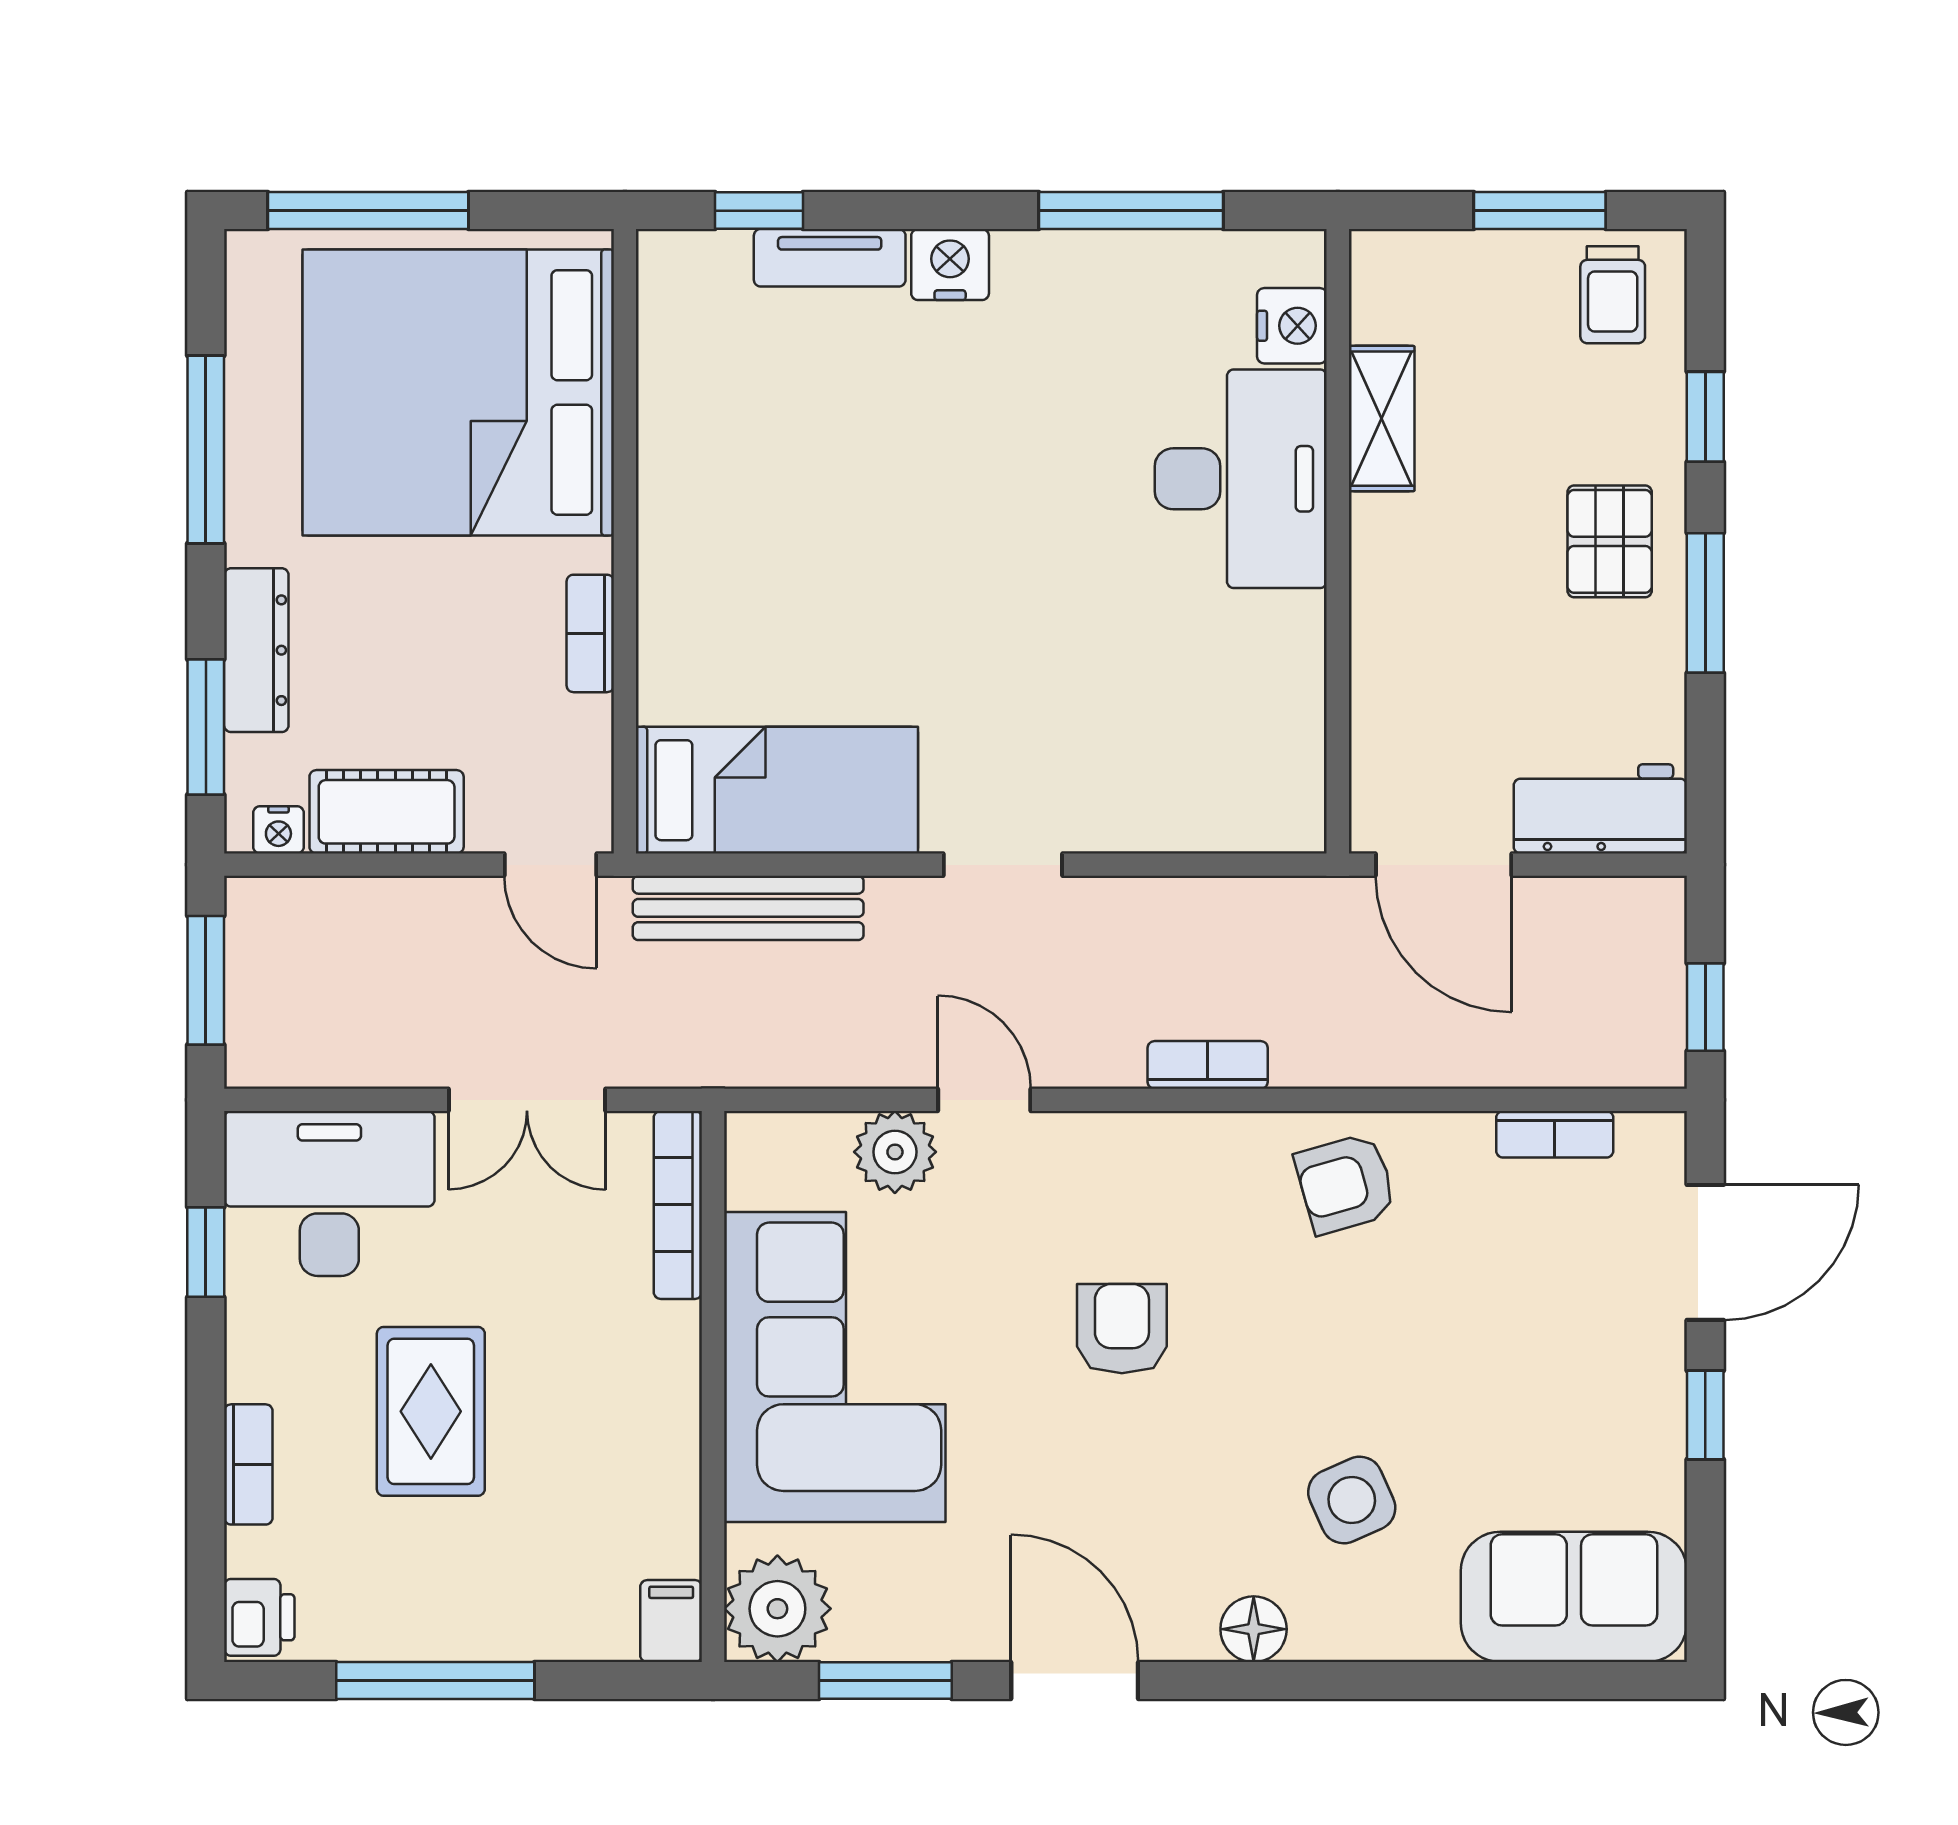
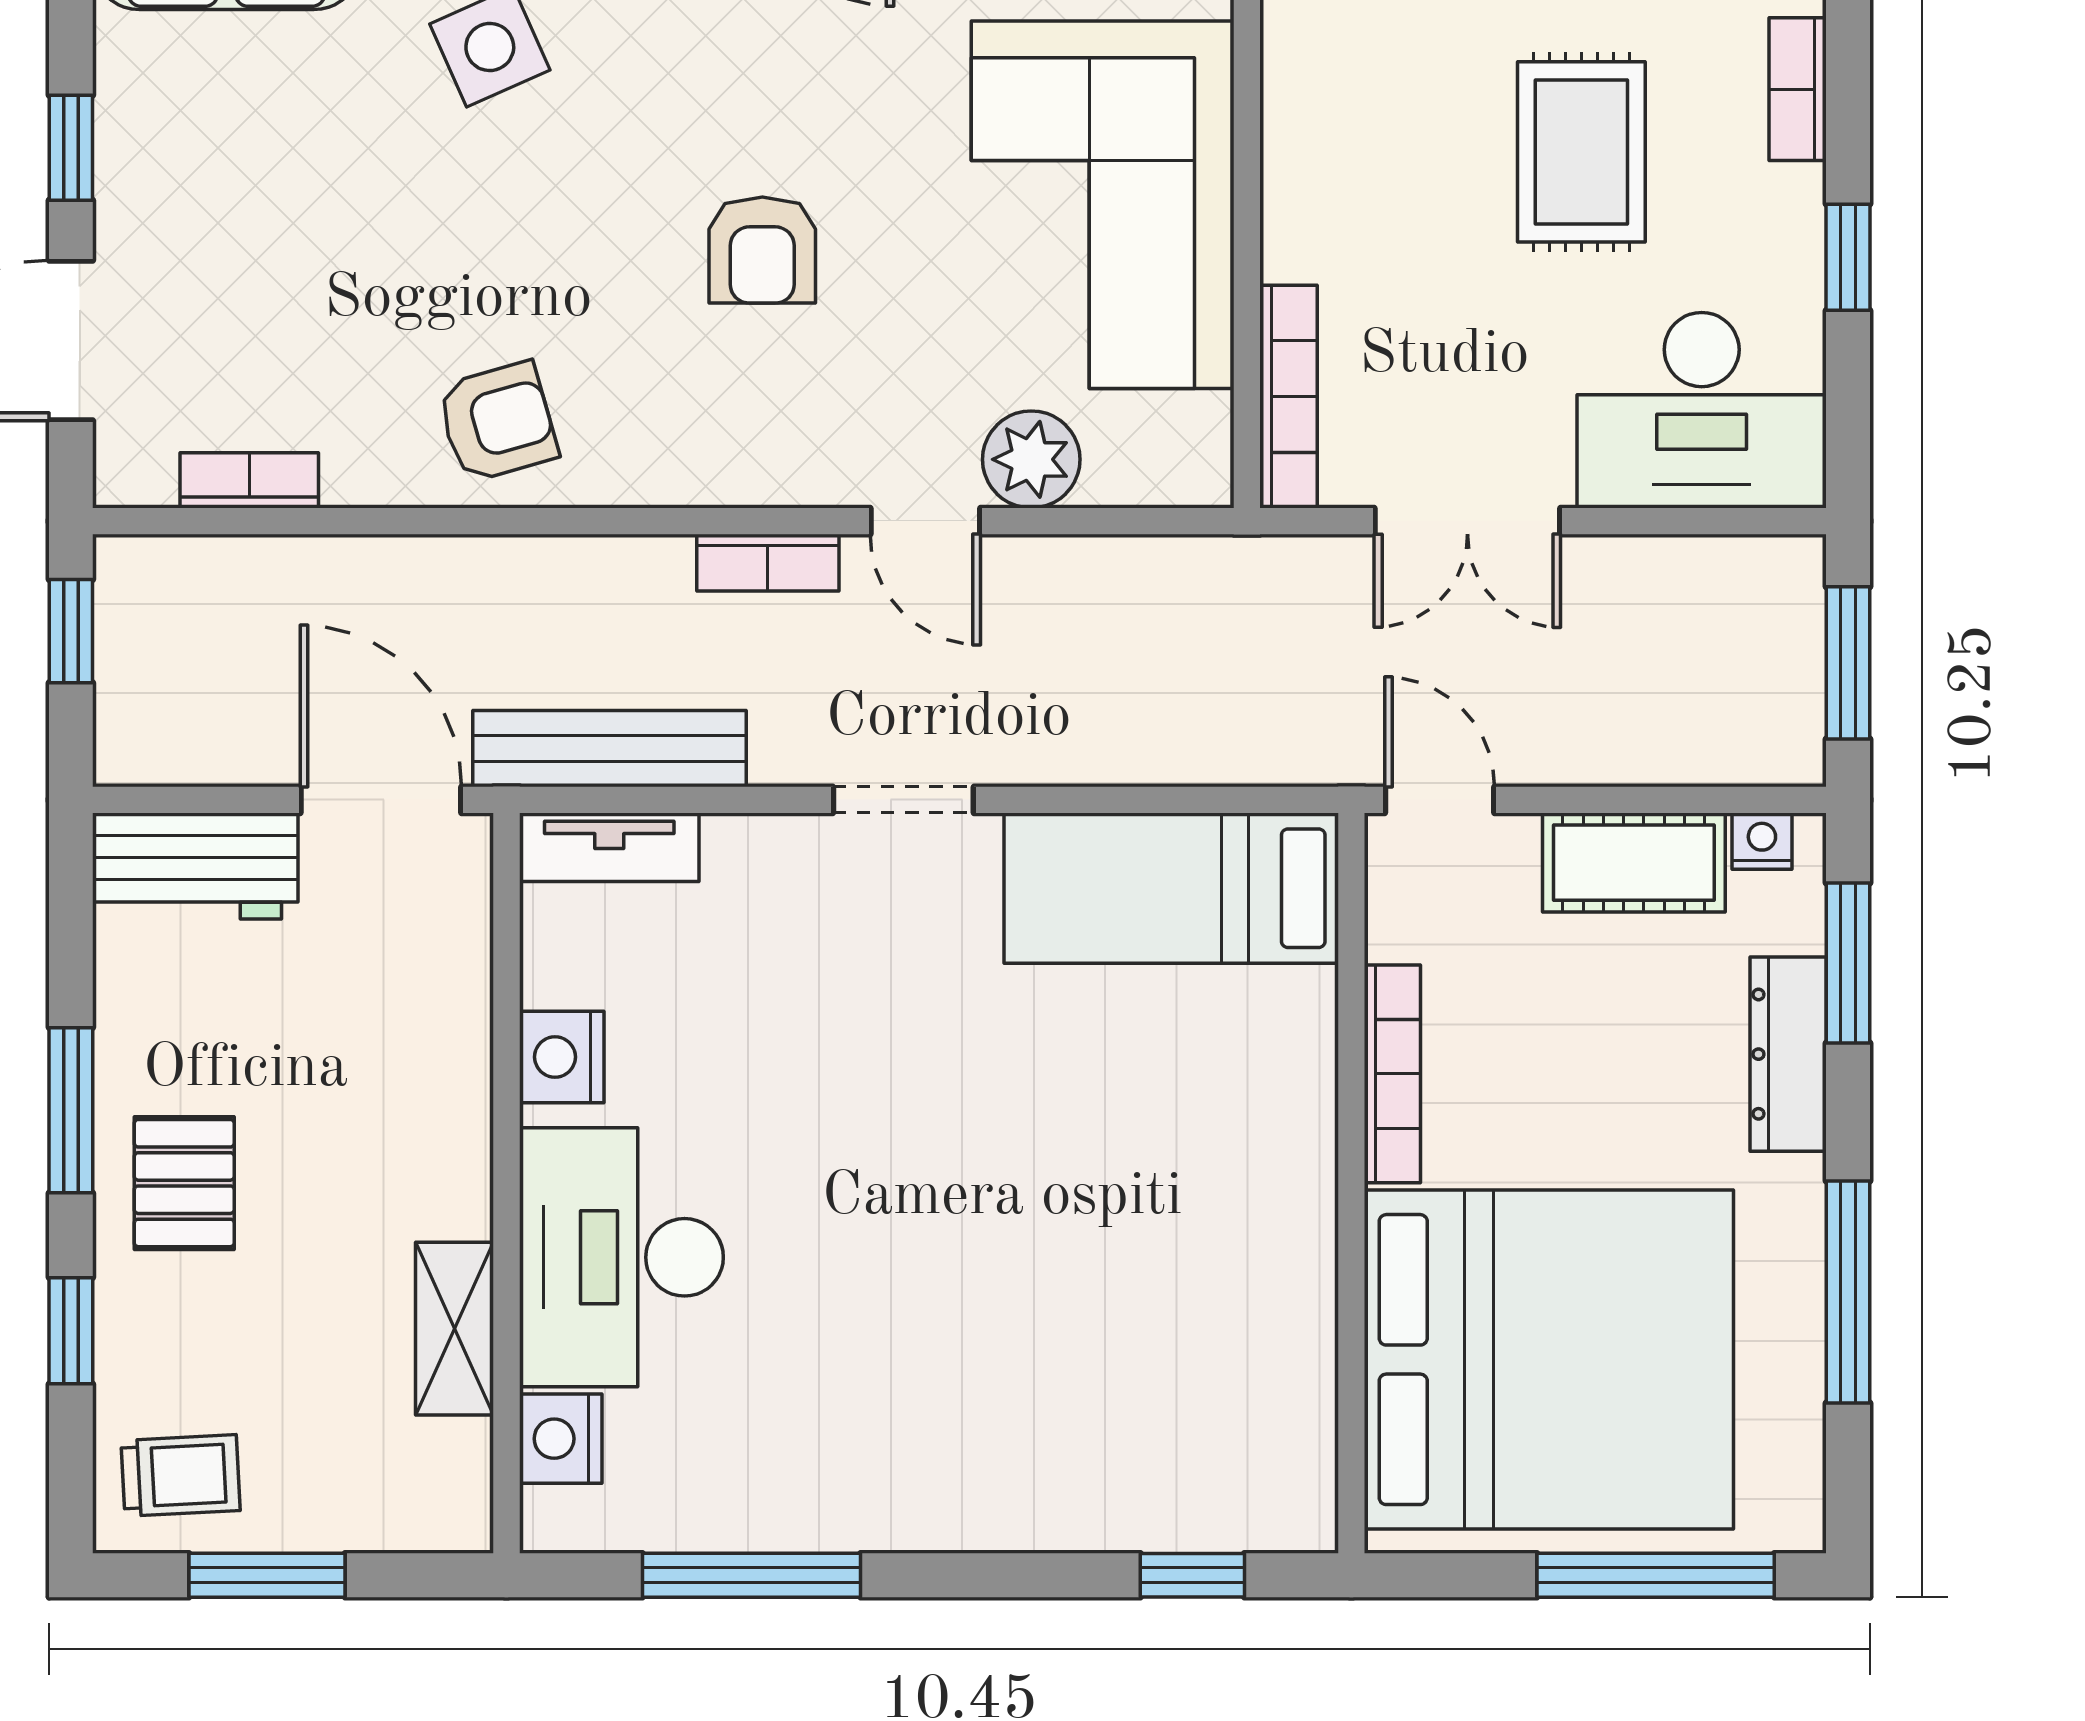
tv unit: (830, 258) -> (609, 847), moved, turned 180
nightstand: (950, 265) -> (562, 1057), moved, turned 90
trolley: (1613, 295) -> (181, 1475), turned 87
bookcase: (590, 633) -> (1392, 1074), width x1.56
bench: (748, 908) -> (609, 749), moved
bookcase: (1208, 1065) -> (768, 563), moved
double door: (527, 1100) -> (1467, 521), swing flipped
window: (206, 1252) -> (1848, 257), moved

